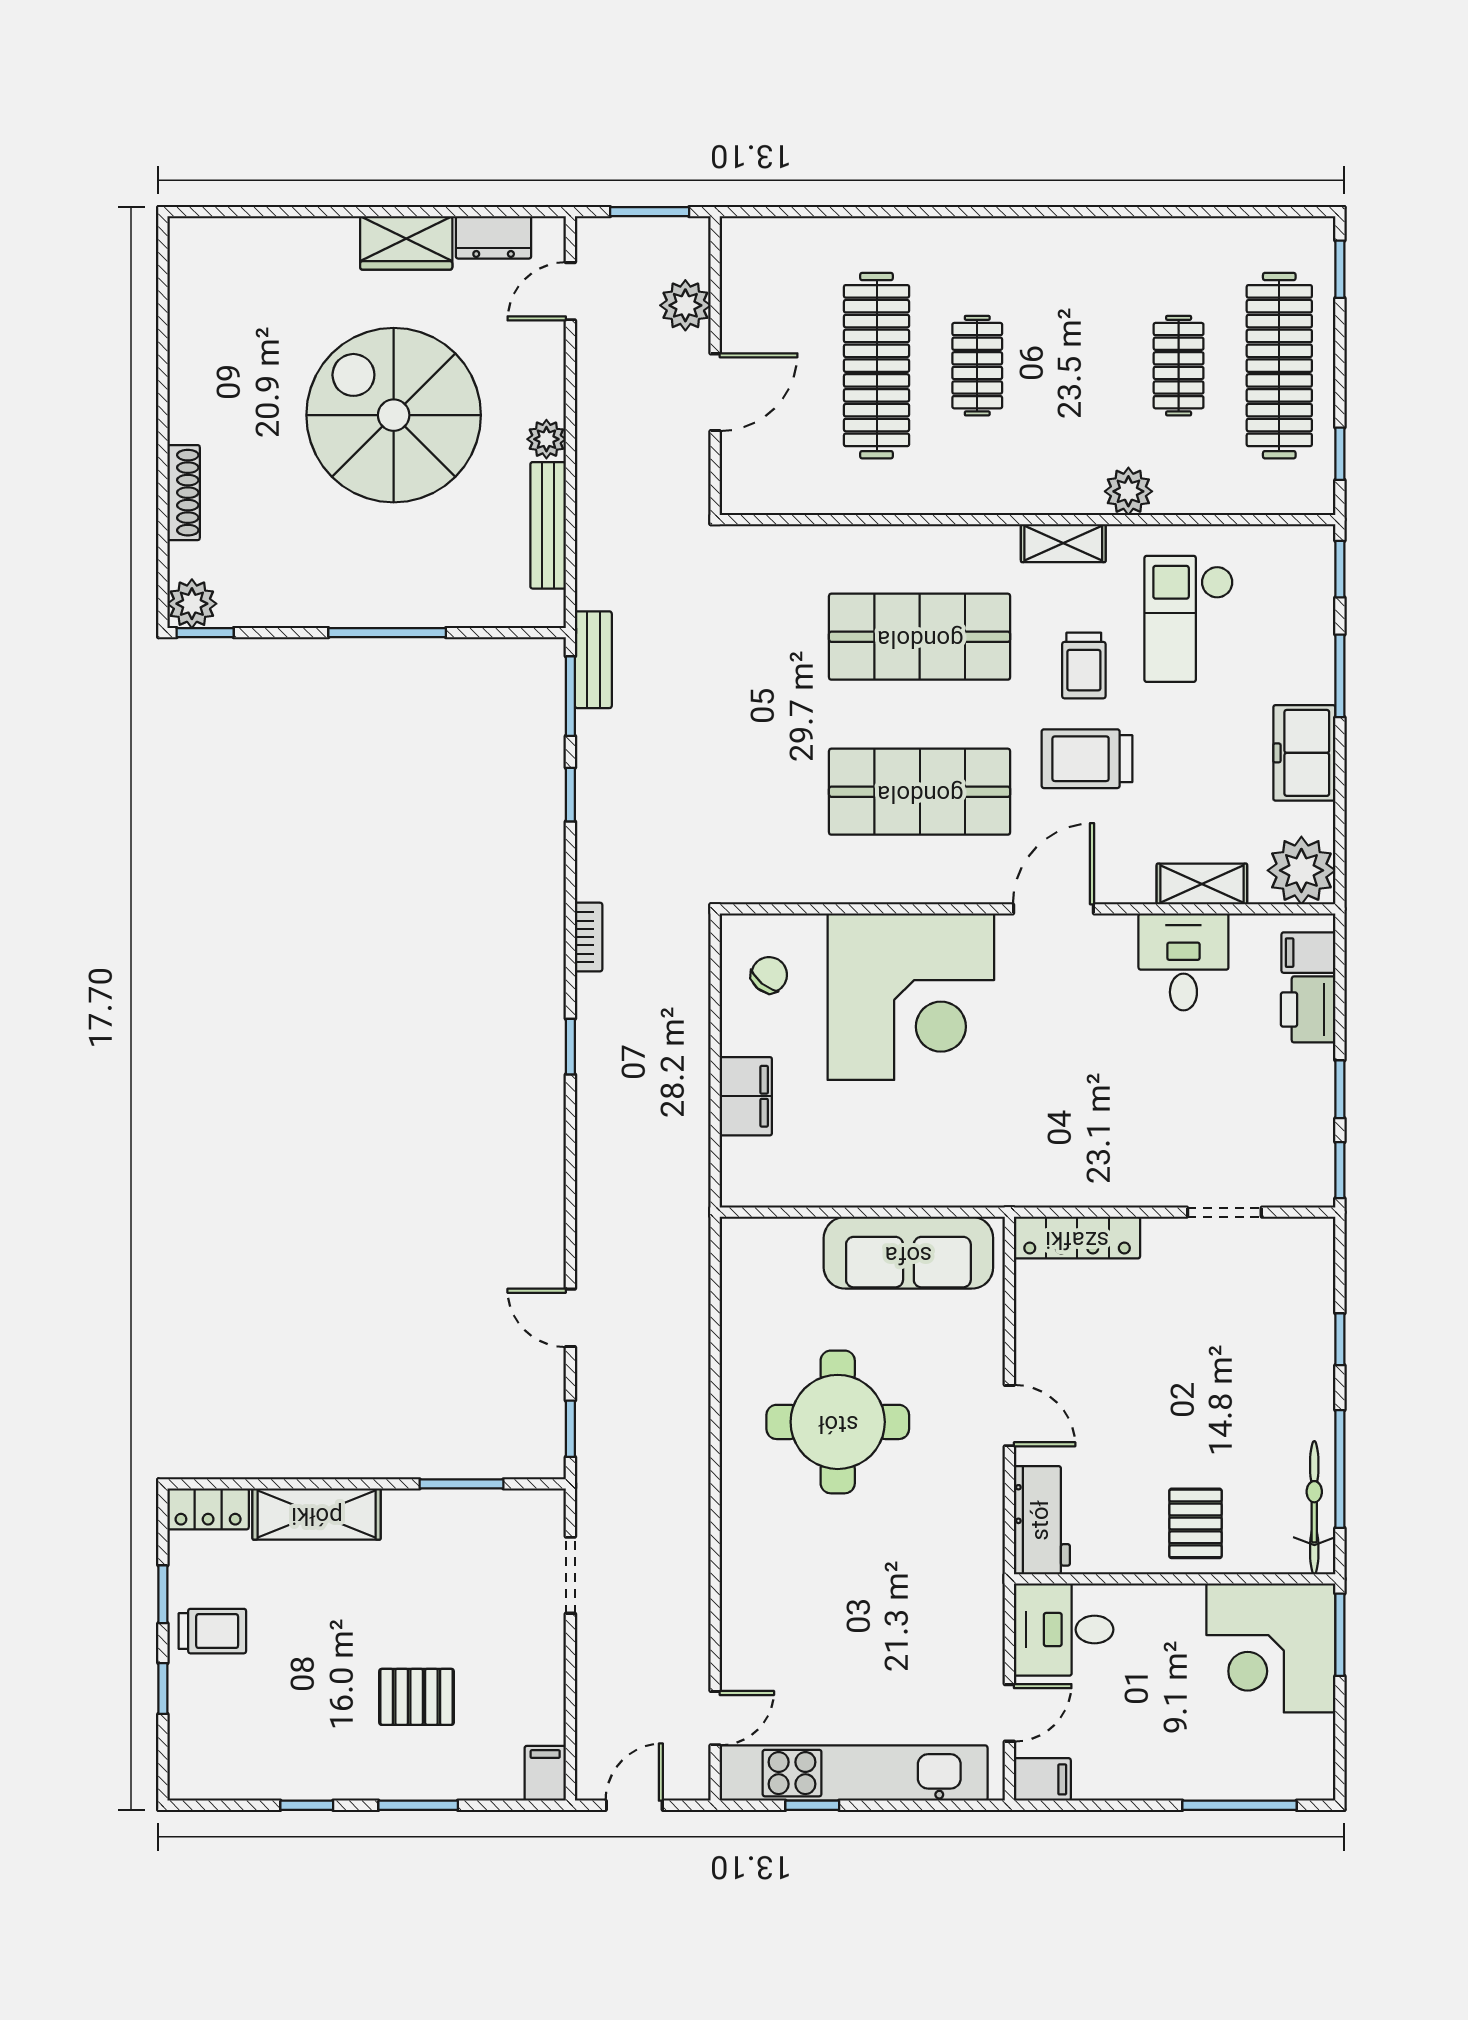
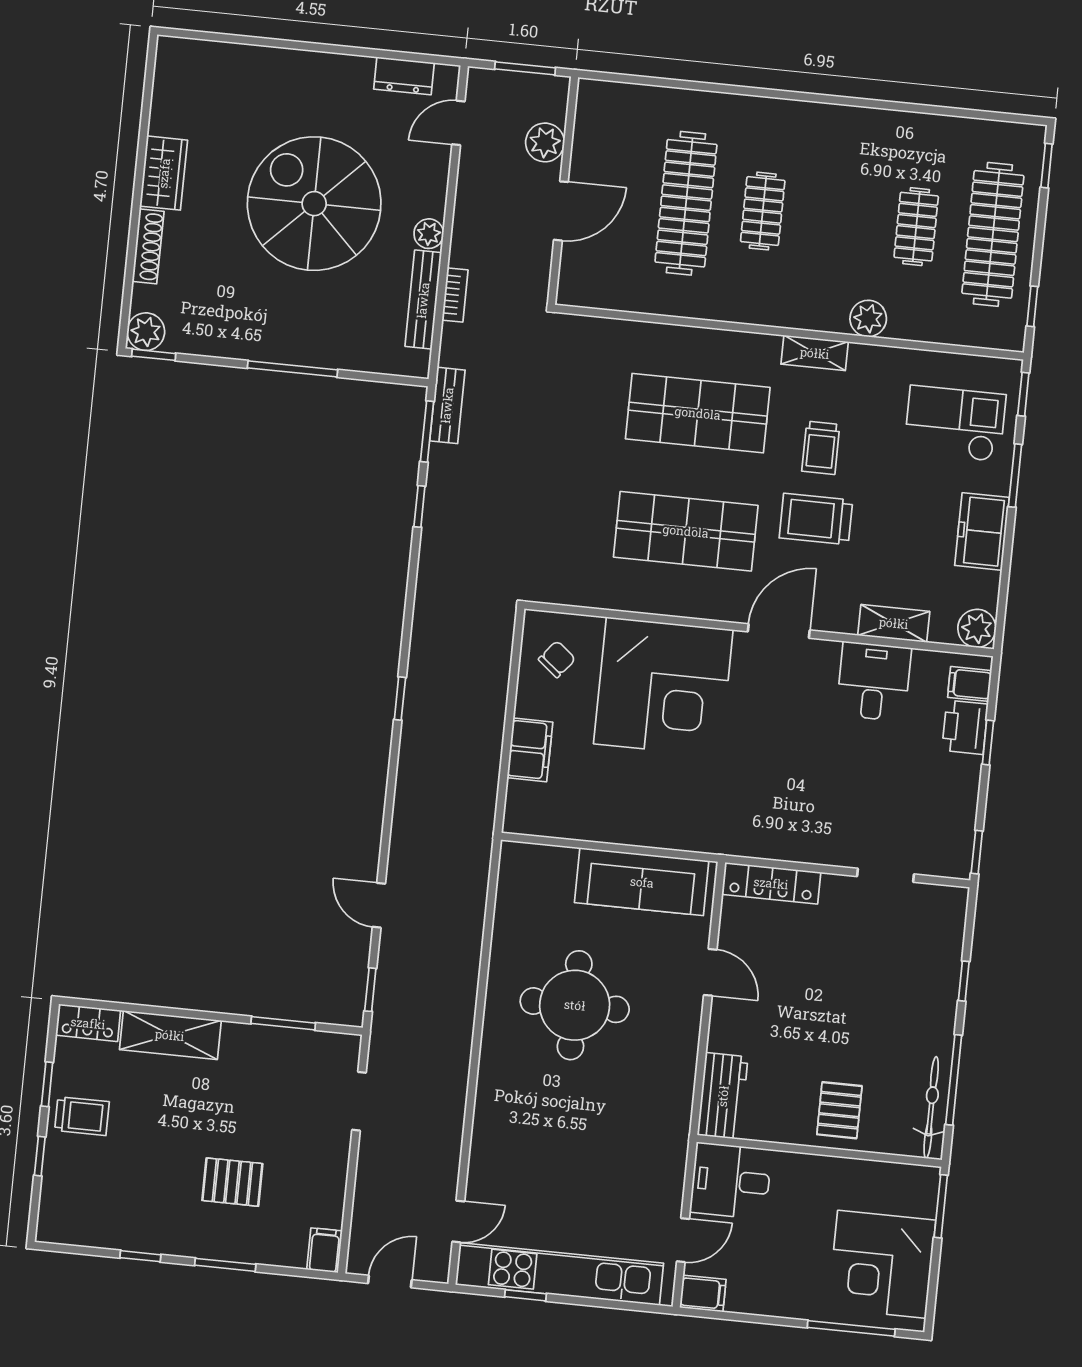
wardrobe: (406, 243) -> (164, 173), moved, turned -90
checkout: (1189, 619) -> (955, 424), moved, turned 90
plant: (1301, 870) -> (977, 628), width x0.73, depth x0.73
bookcase: (589, 937) -> (455, 295), moved
window: (1340, 1089) -> (988, 743), moved
door: (1009, 1416) -> (710, 972), moved
corner desk: (1271, 1648) -> (882, 1264), moved

